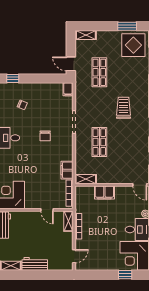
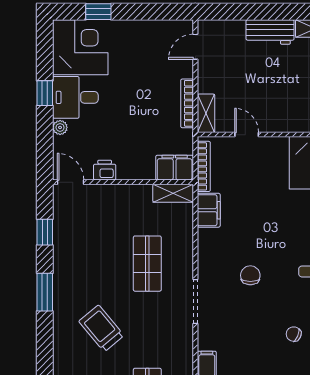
trolley: (123, 108) -> (101, 328), turned 140
printer: (122, 191) -> (105, 170), added
filing cabinet: (104, 193) -> (175, 168), moved

